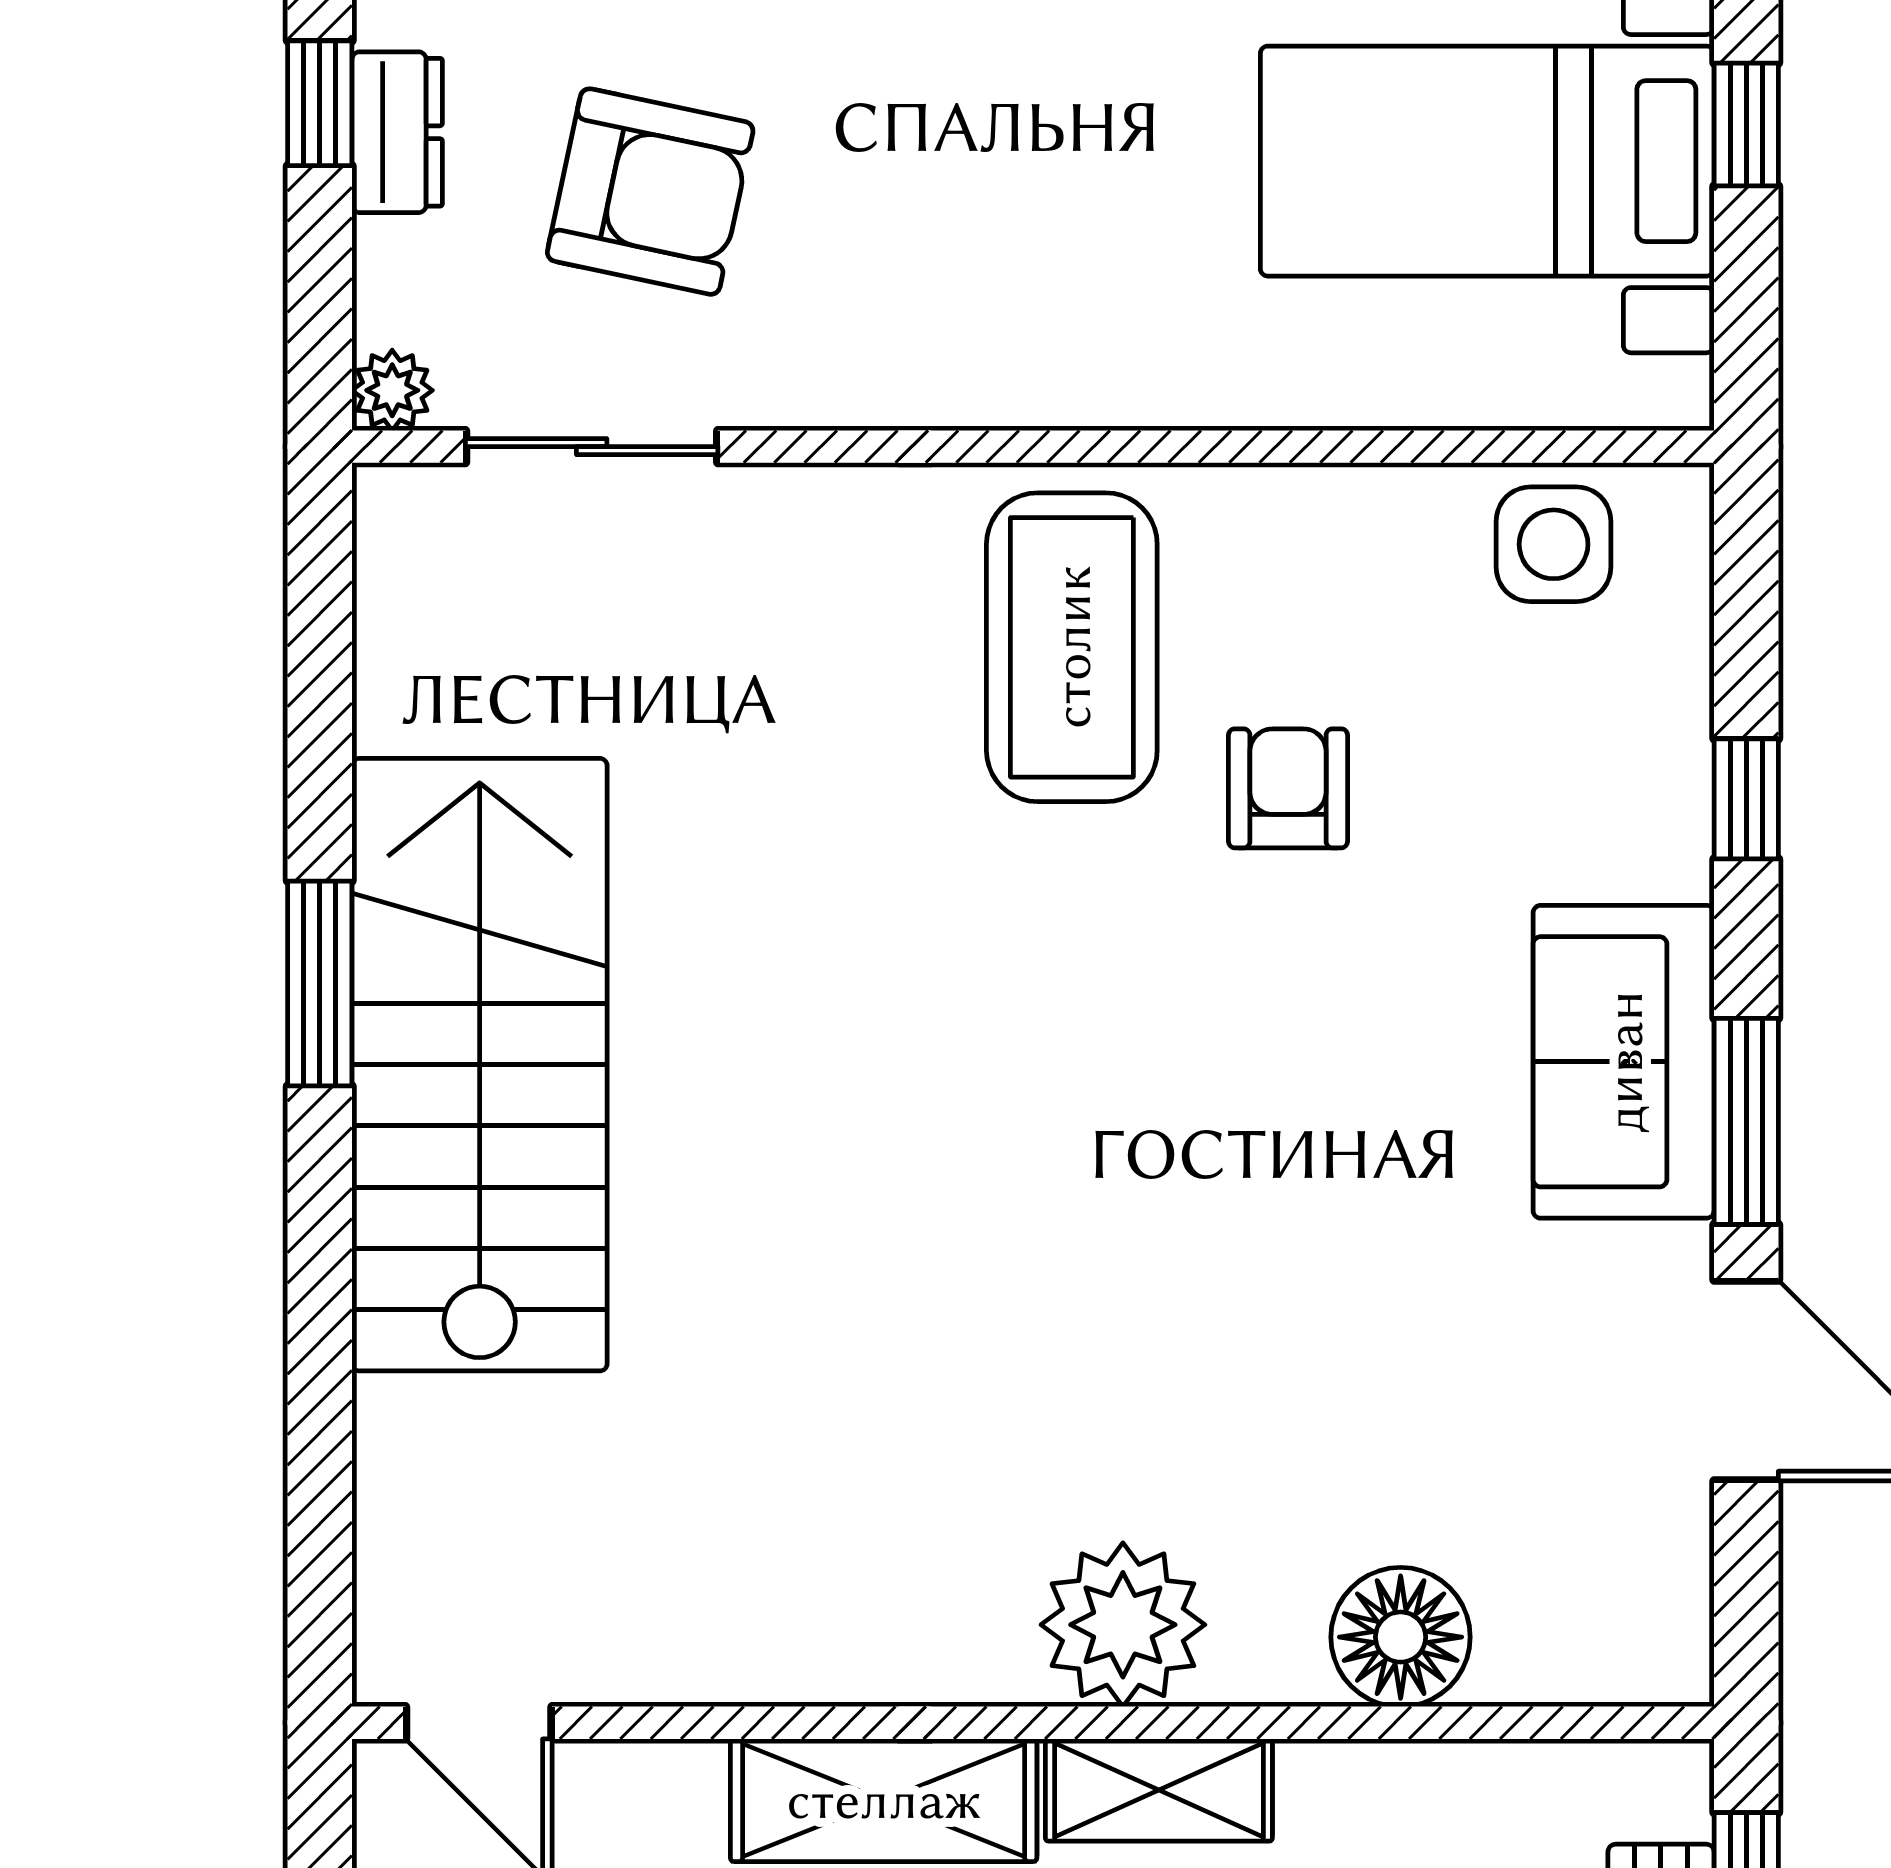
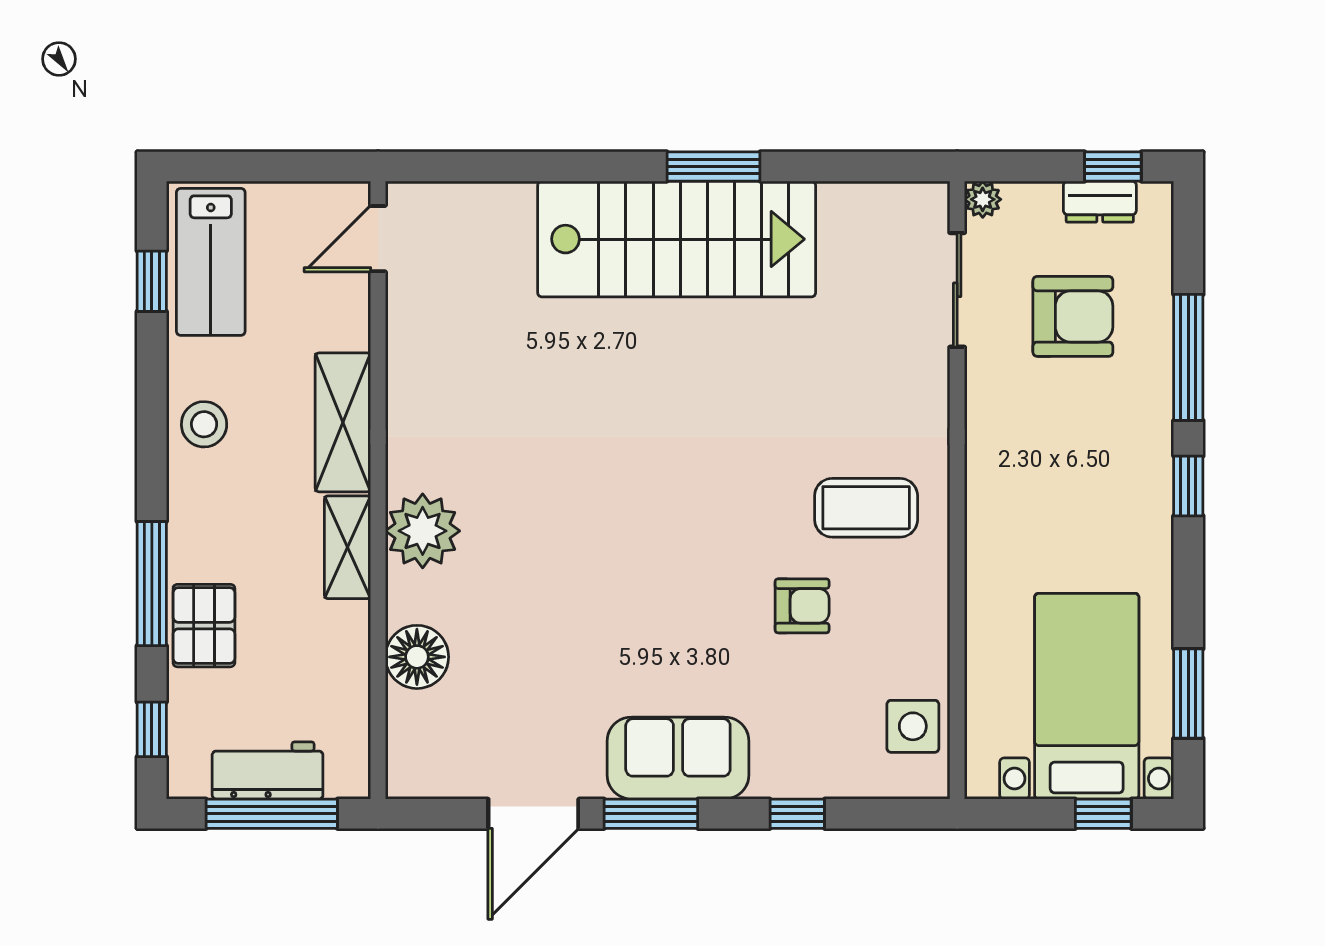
armchair: (650, 192) -> (1073, 316), turned -102
coffee table: (1072, 647) -> (866, 508), width x0.73, depth x0.76

